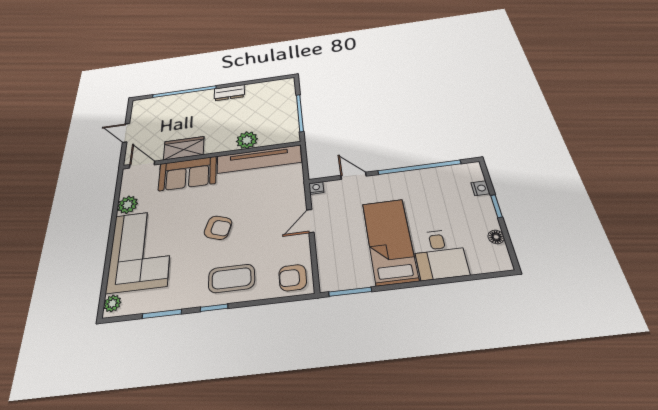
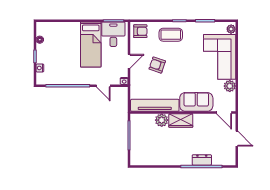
dresser: (229, 93) -> (202, 160), moved
wardrobe: (184, 148) -> (181, 121), moved
armchair: (218, 228) -> (157, 65), moved
desk: (440, 254) -> (113, 34), moved

